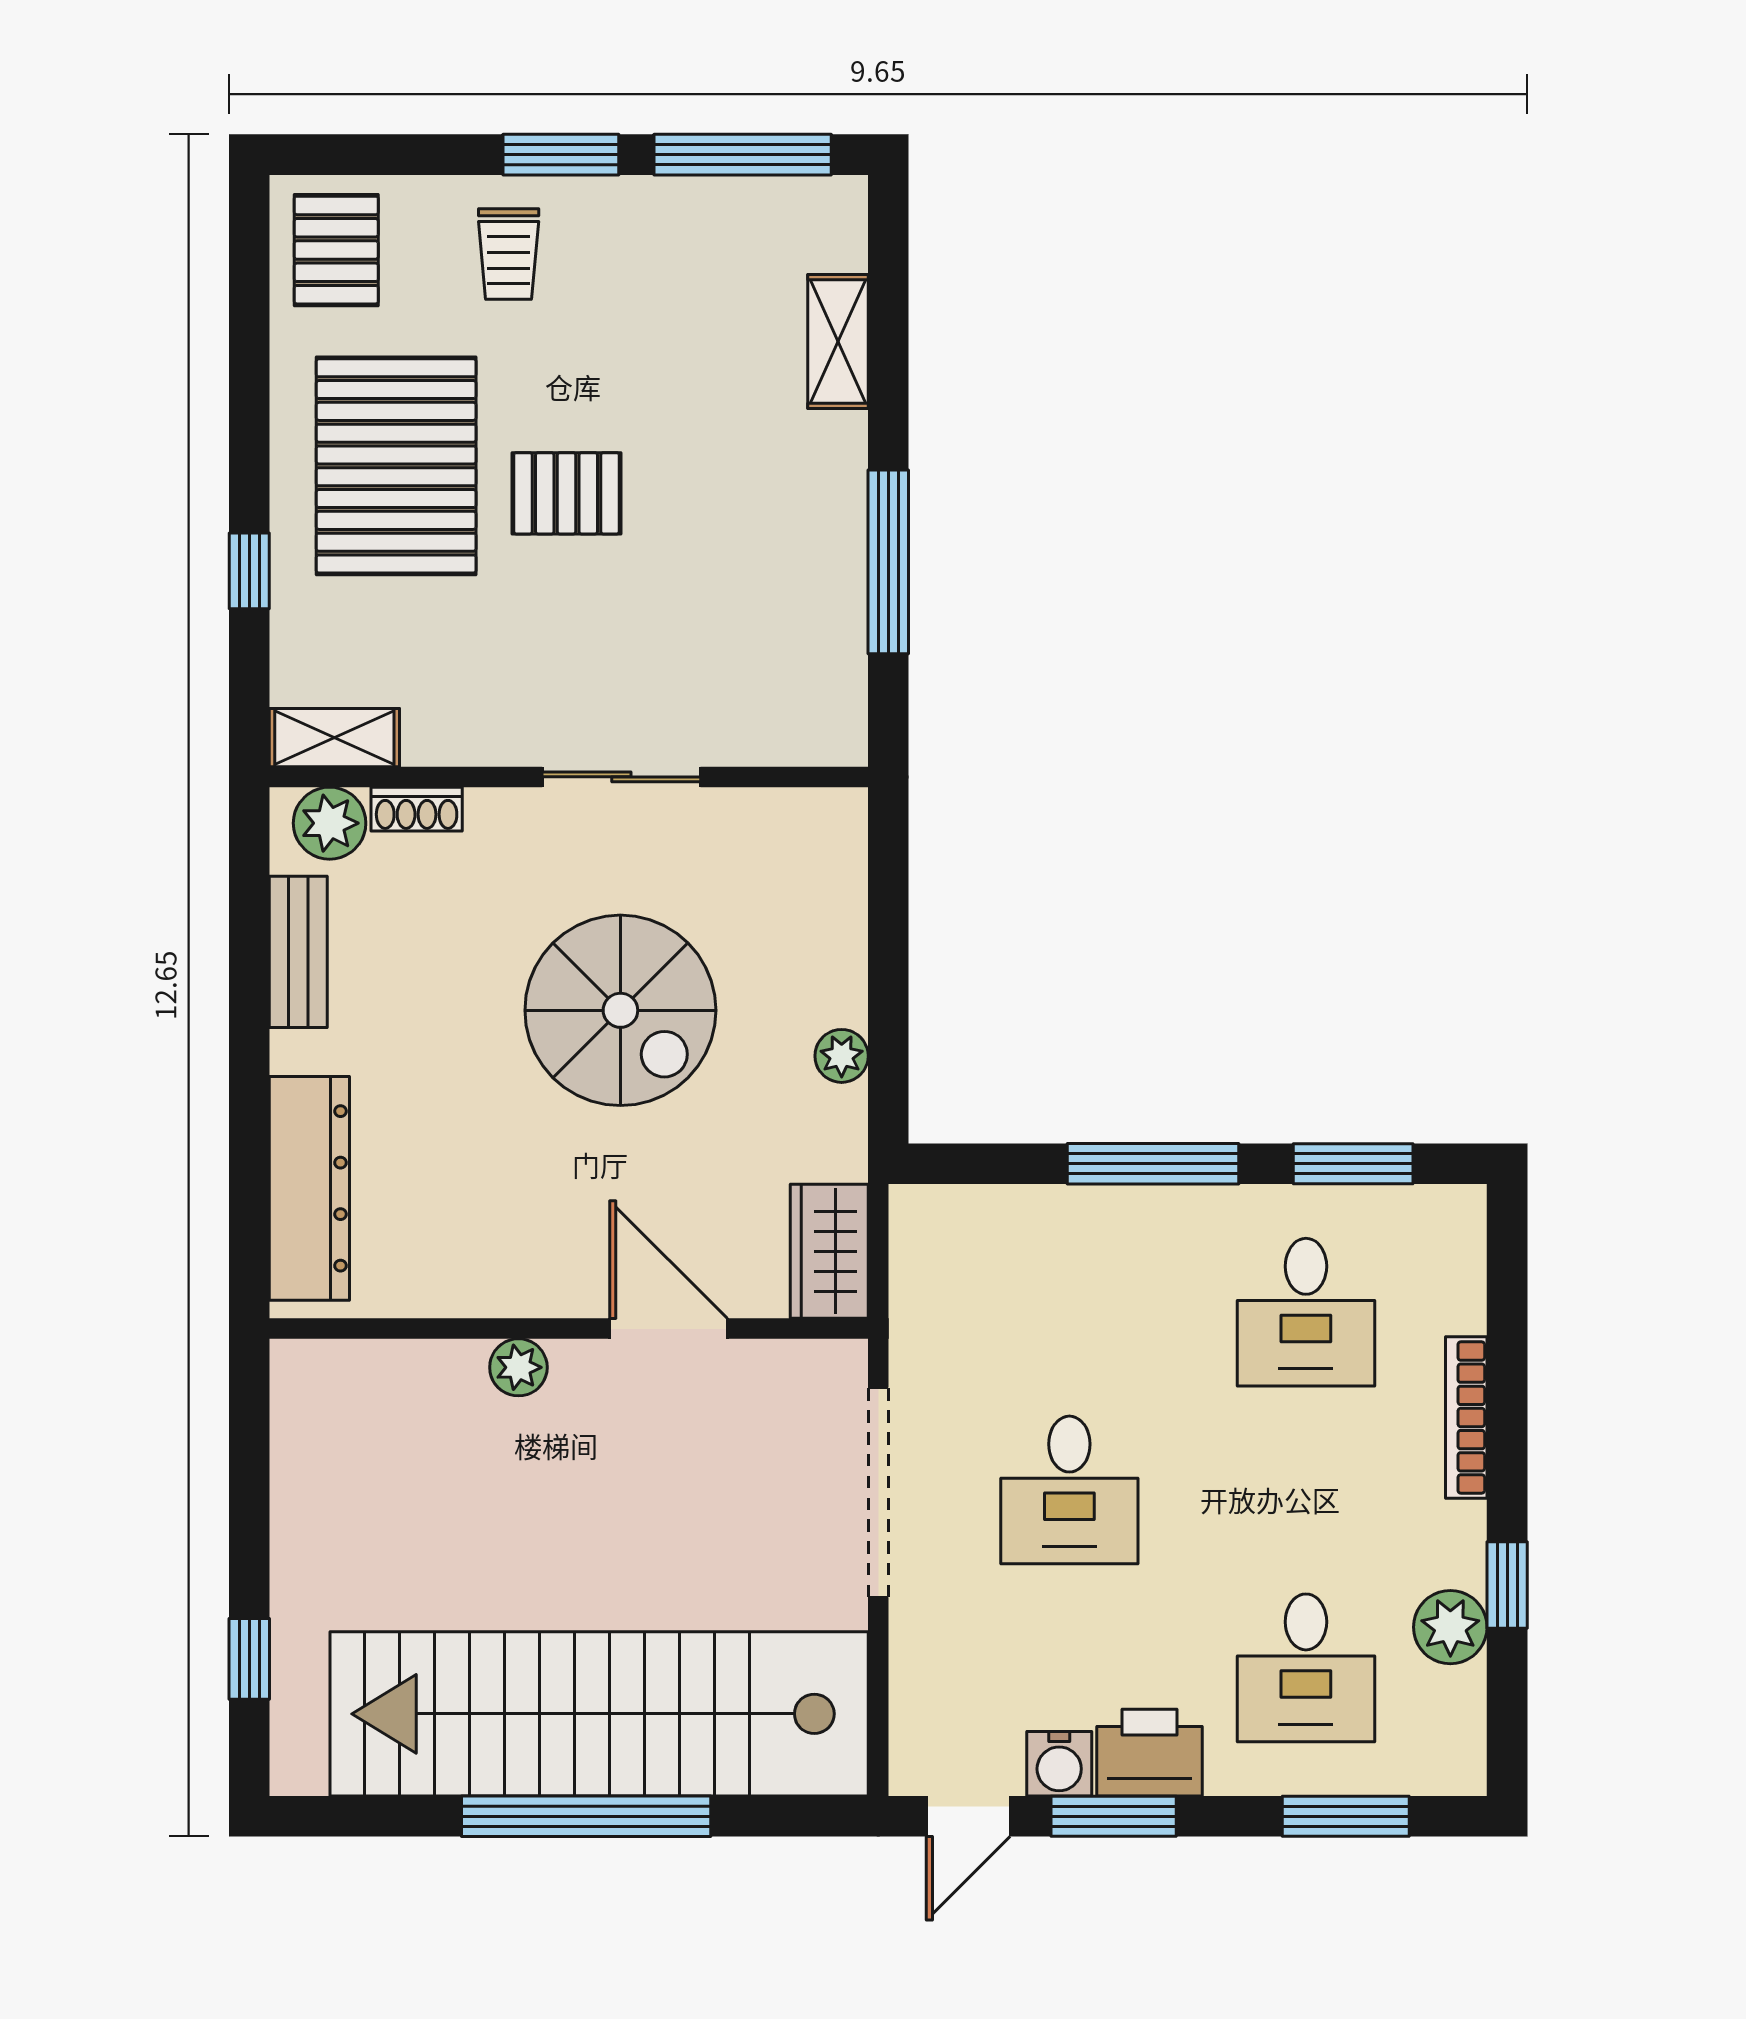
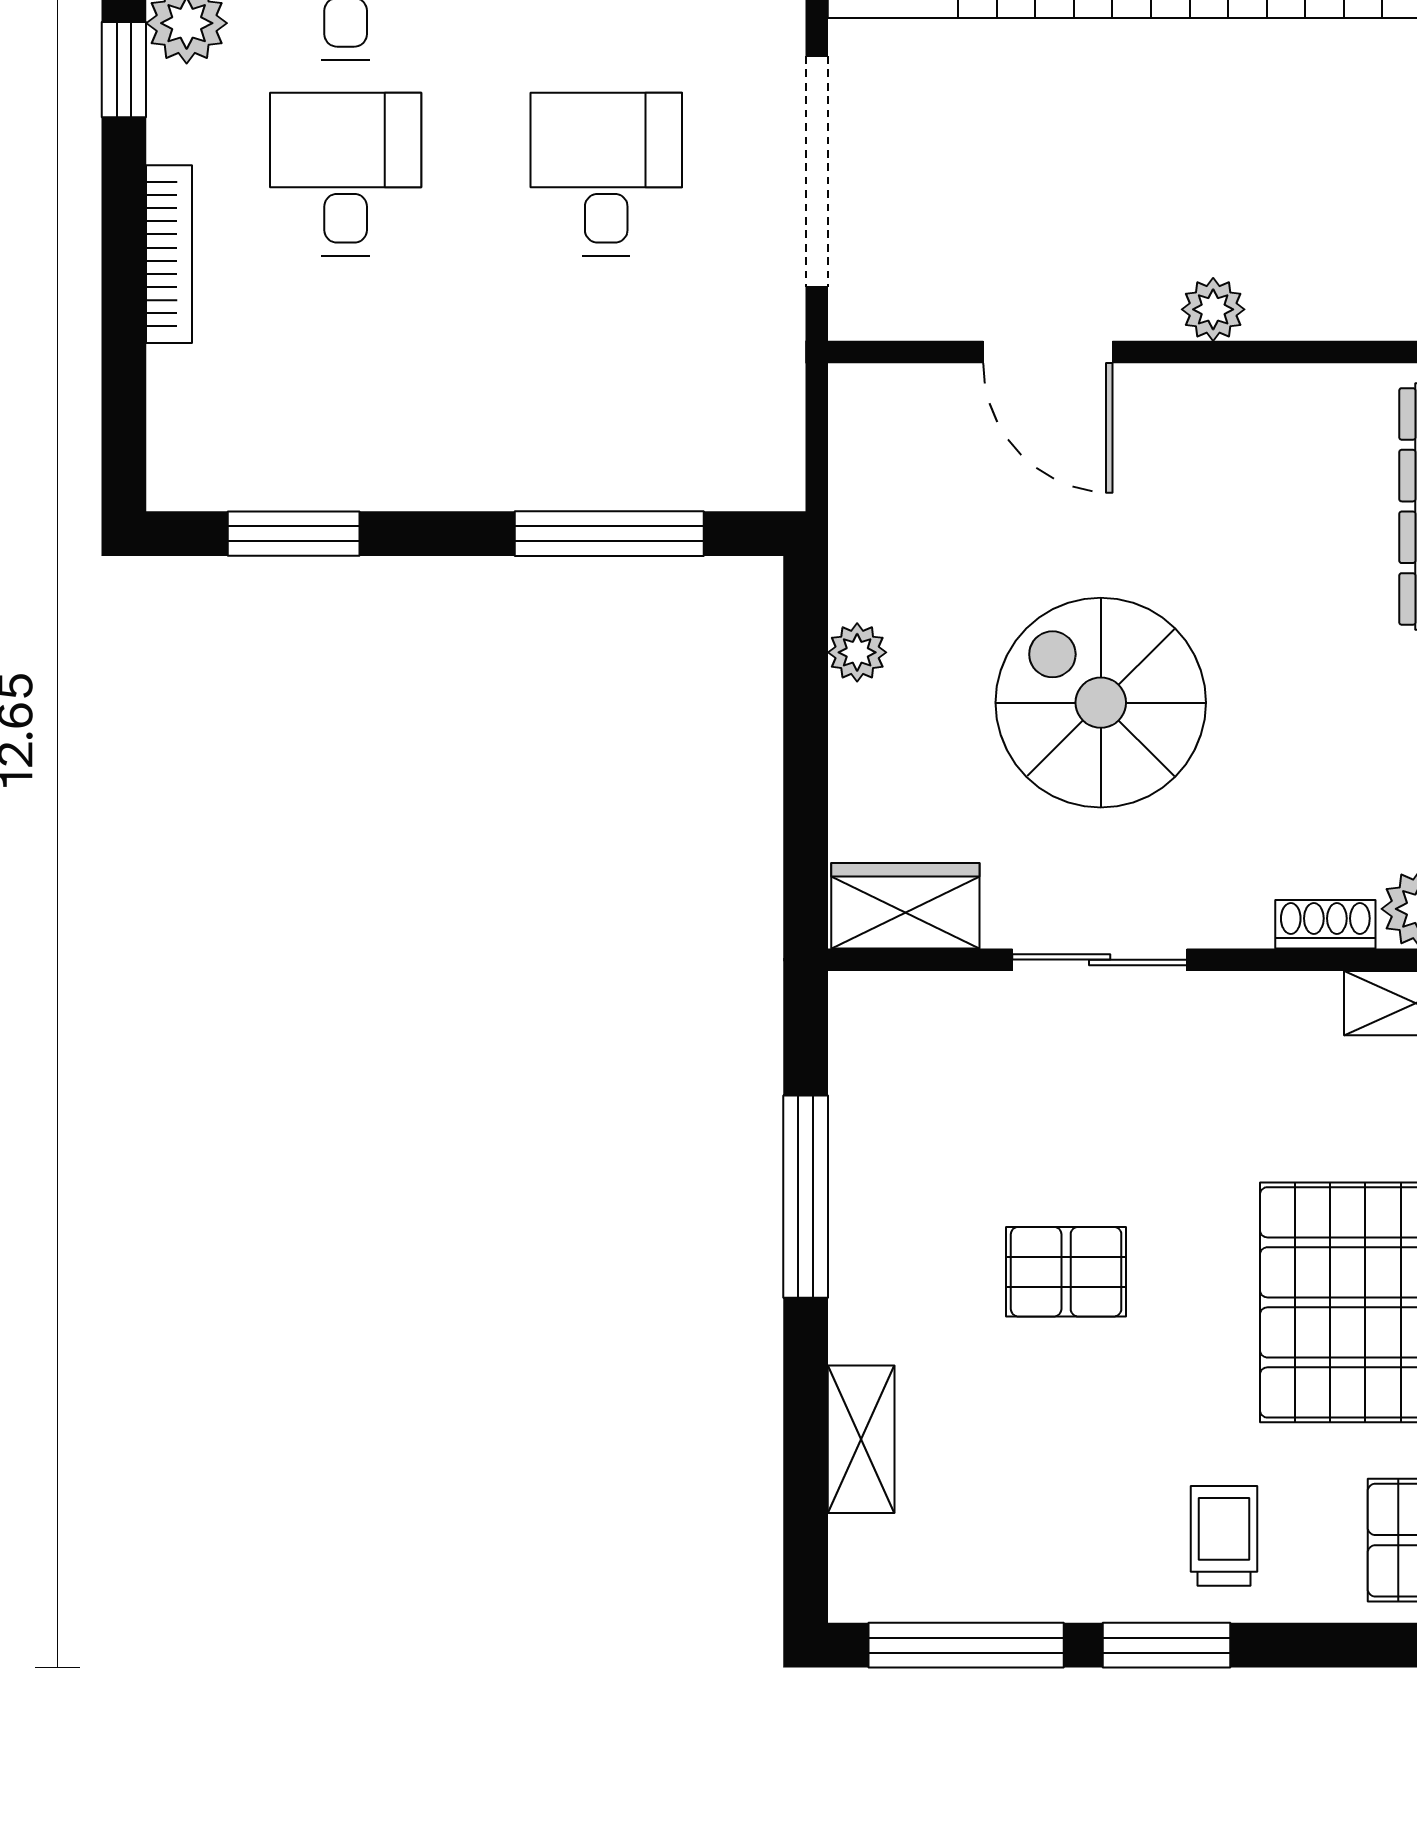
pallet: (567, 493) -> (1066, 1272), moved
window: (1153, 1164) -> (609, 534), moved
wardrobe: (829, 1251) -> (905, 906), moved, turned -90
desk: (1306, 1312) -> (346, 174), moved

